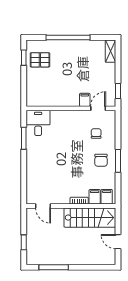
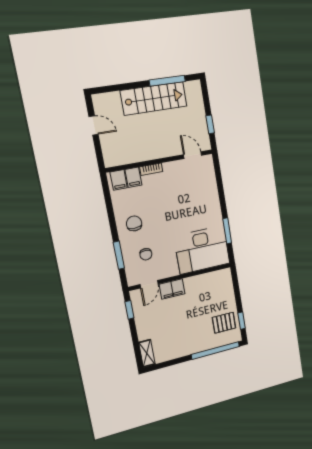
window: (68, 37) -> (215, 350), moved
filing cabinet: (85, 100) -> (172, 289), width x2.00
desk: (38, 123) -> (202, 250), width x1.87, depth x1.30
window: (118, 161) -> (119, 255), moved
stairs: (90, 218) -> (154, 98), moved, turned 180
window: (24, 242) -> (210, 124), moved

